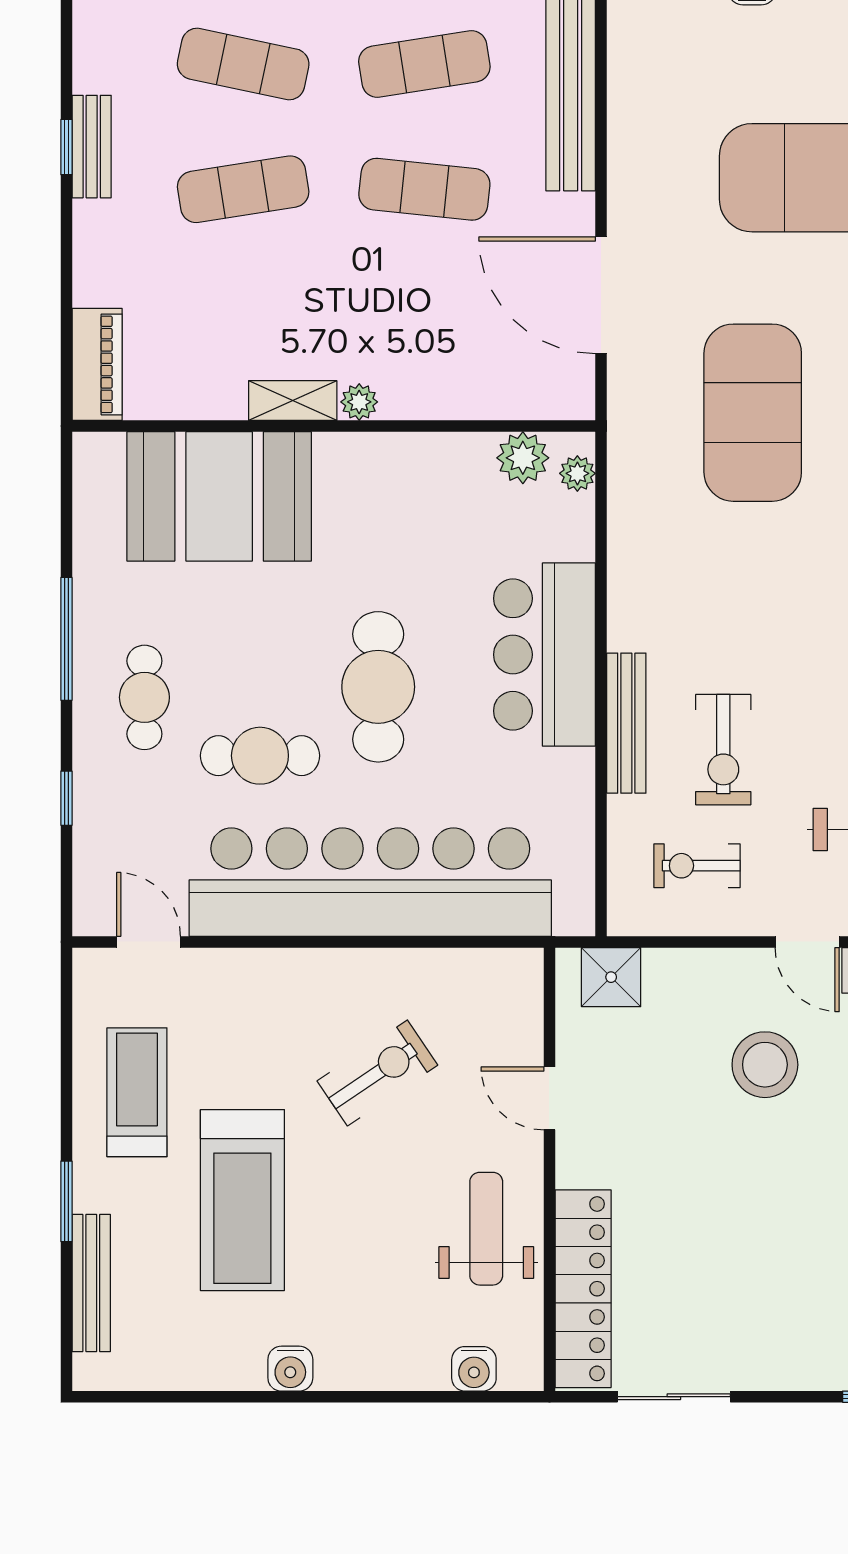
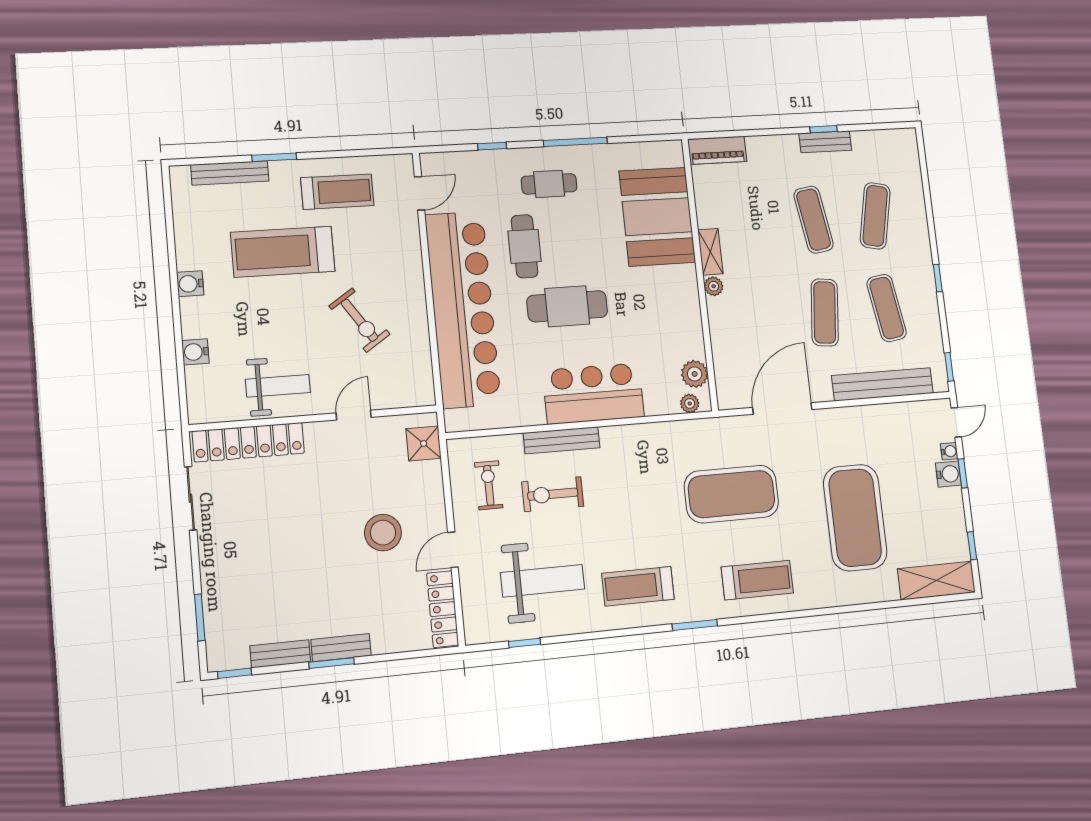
water cooler: (474, 1369) -> (195, 352), moved

